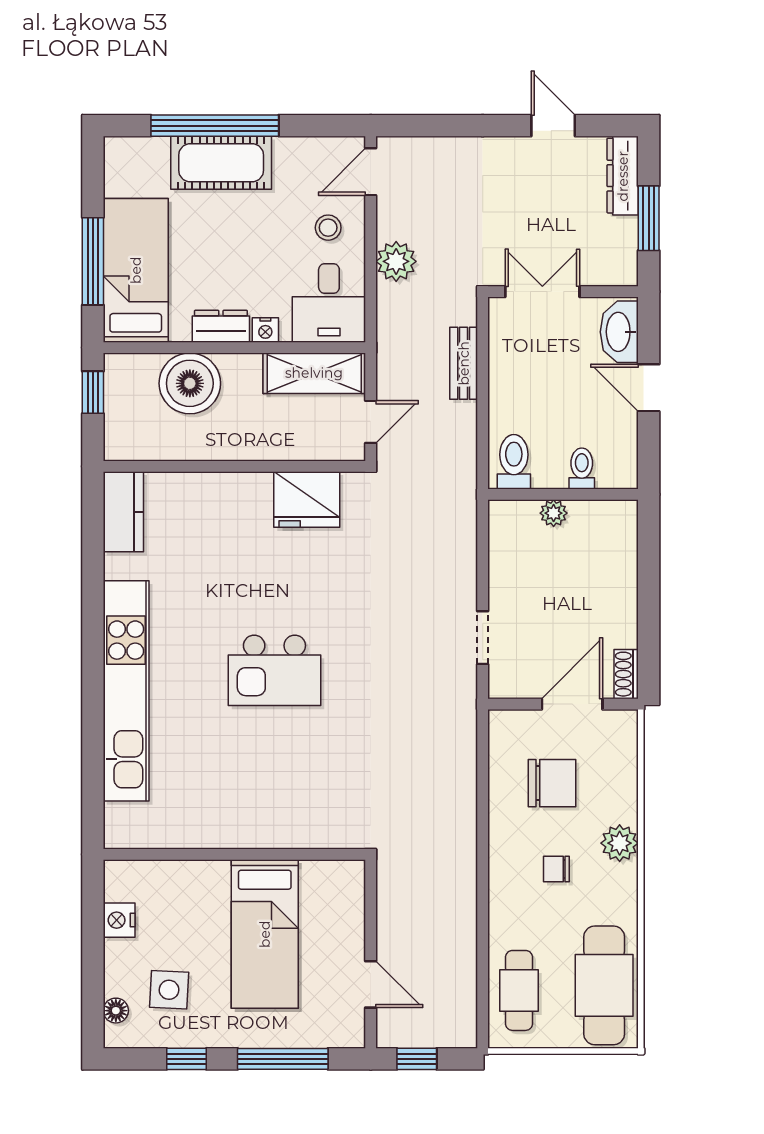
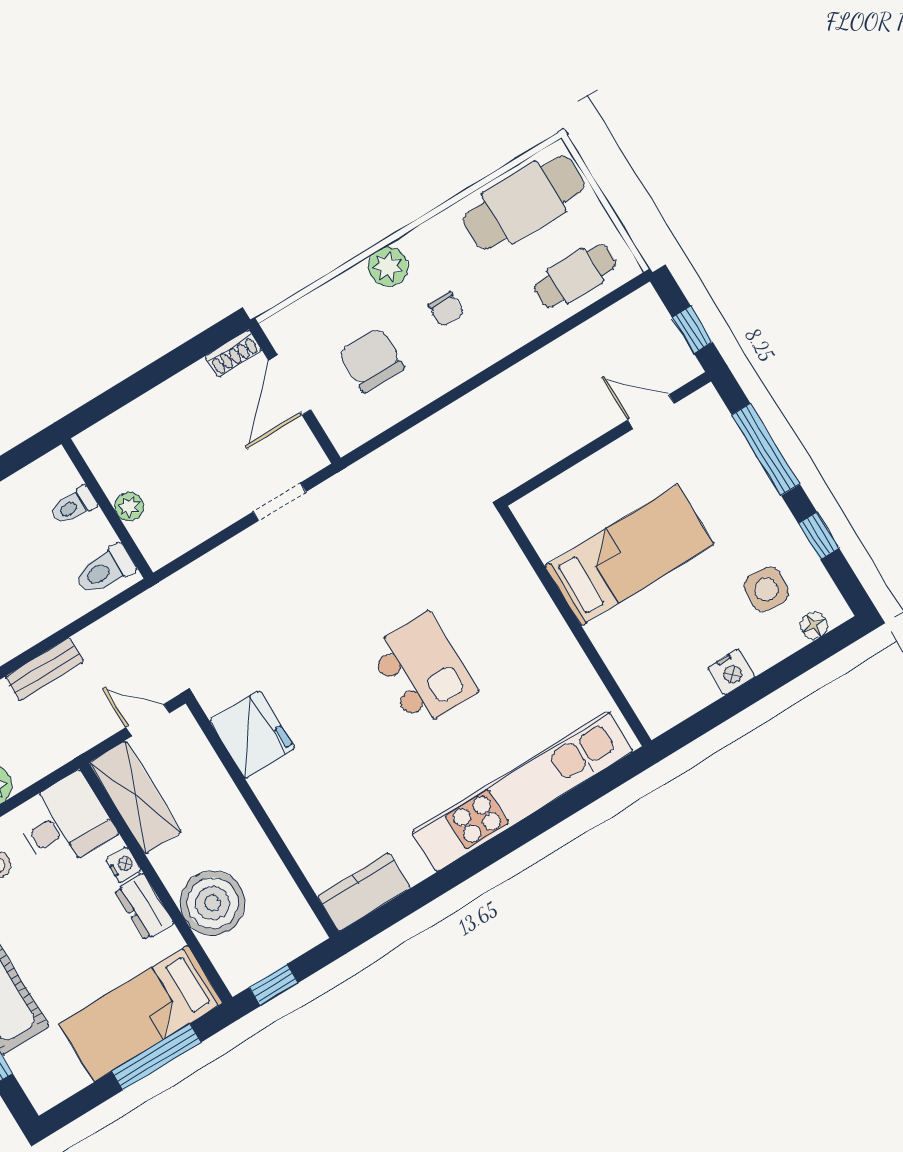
door: (572, 704) -> (290, 385), hinge flipped
wall: (234, 854) -> (575, 626), moved
bed: (265, 934) -> (630, 555), moved
door: (371, 984) -> (651, 412), hinge flipped

